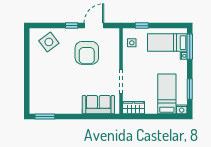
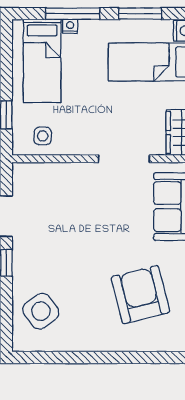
window: (190, 47) -> (73, 14), moved
armchair: (87, 53) -> (140, 295), moved, turned -104

